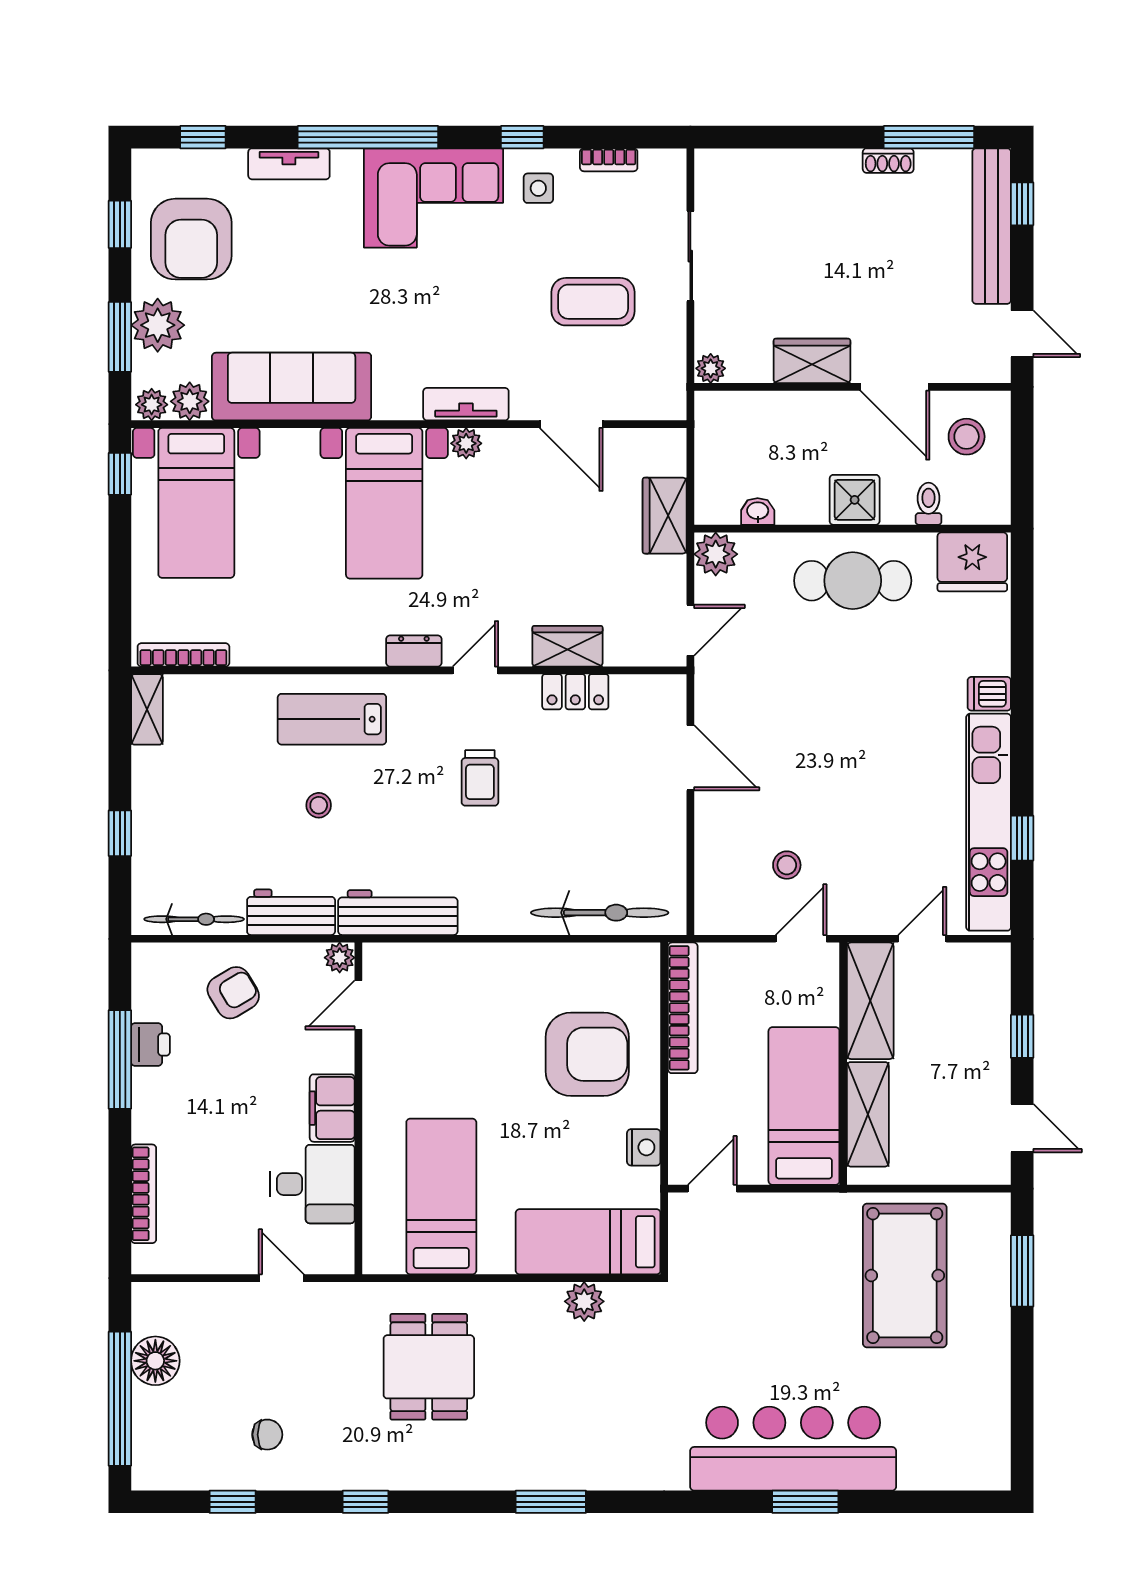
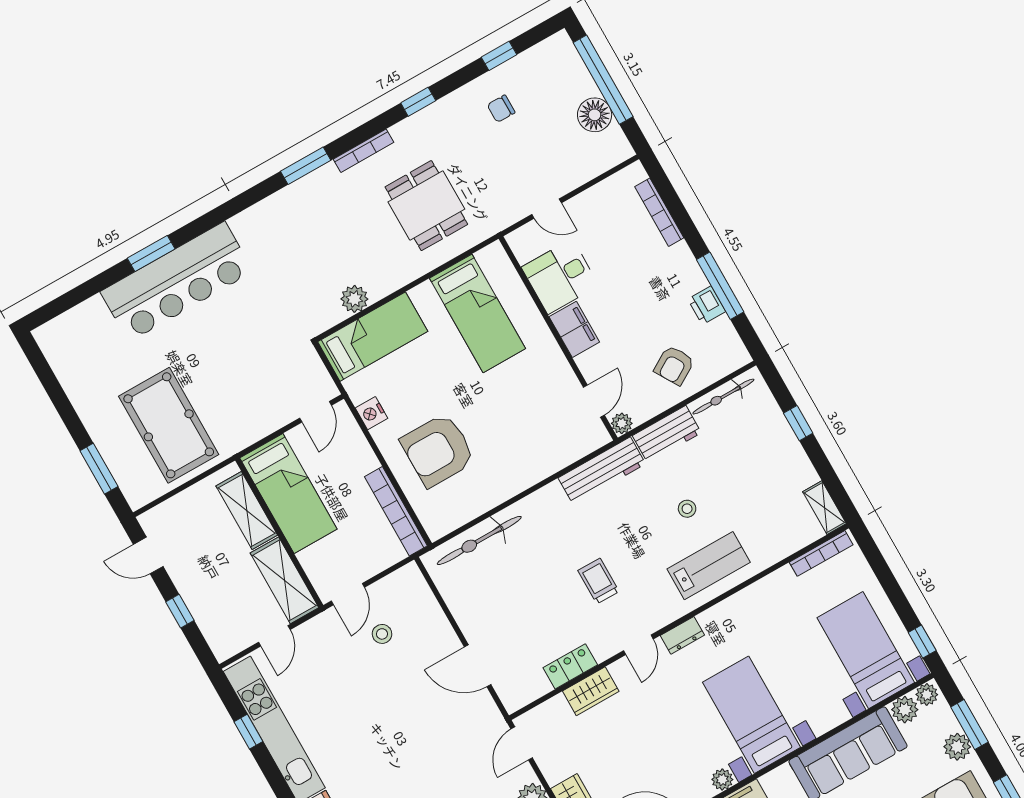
plant: (158, 325) -> (957, 747), width x0.73, depth x0.73
bookcase: (468, 1479) -> (364, 151), added

